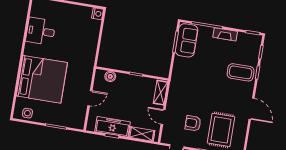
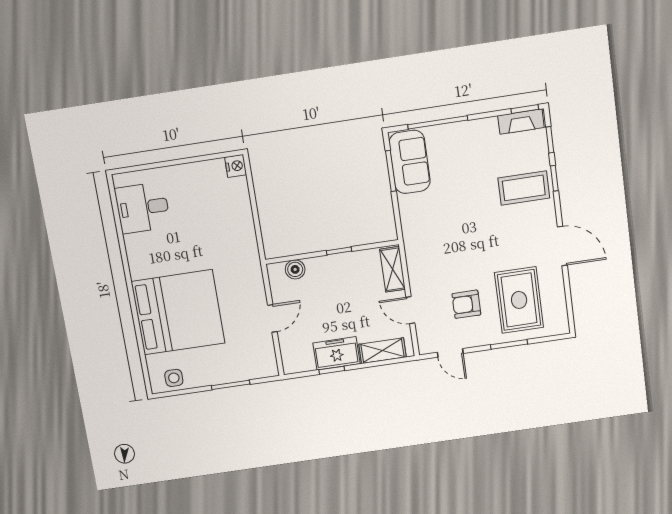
desk: (41, 31) -> (143, 208), moved
fireplace: (225, 34) -> (521, 122), moved
freezer: (112, 127) -> (336, 353), width x0.71

